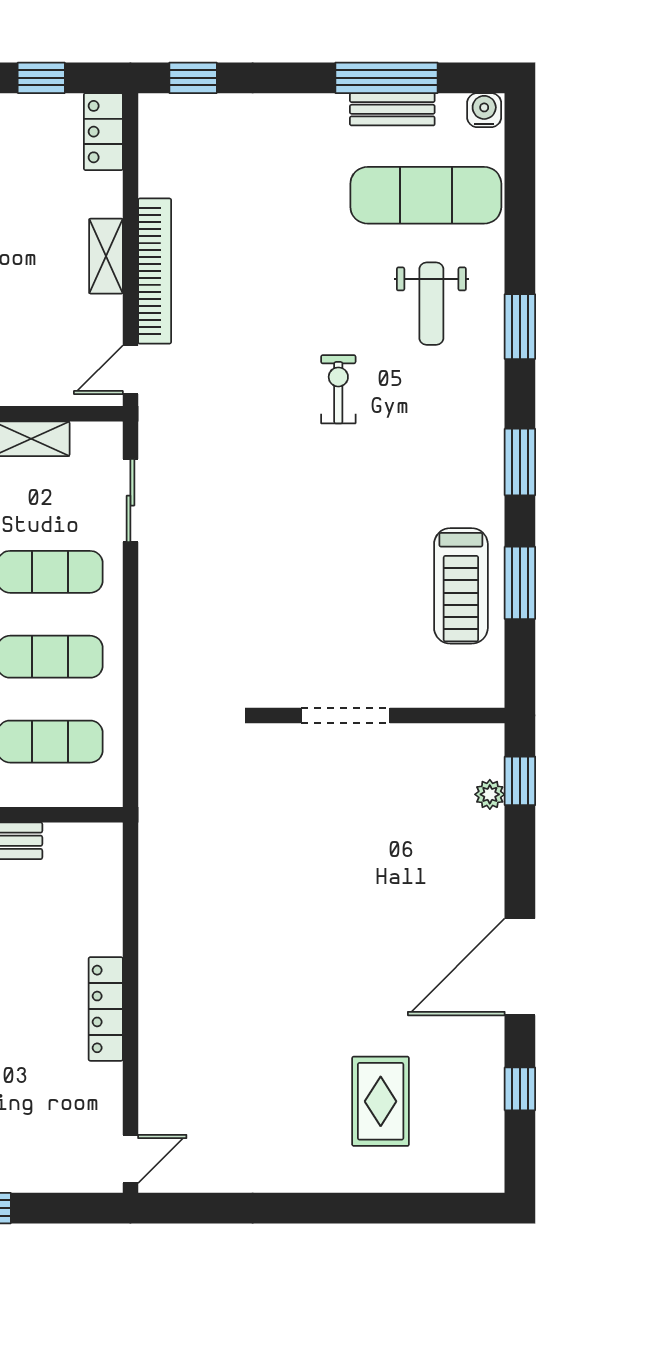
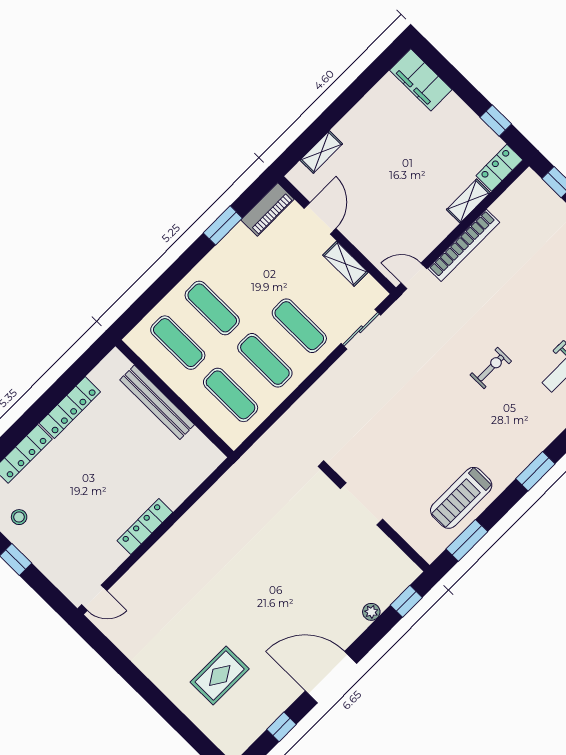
shelving: (106, 256) -> (468, 201), moved
window: (520, 583) -> (467, 540), moved
plant: (490, 794) -> (371, 612), moved

